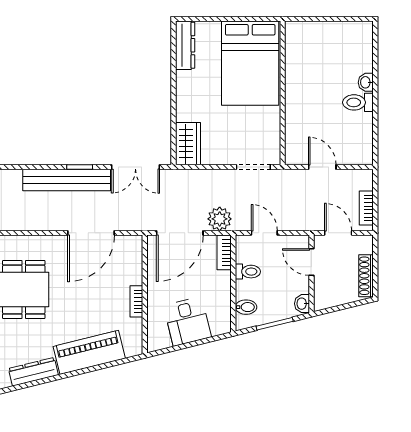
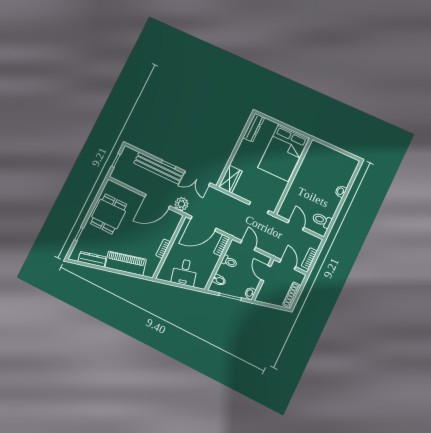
toilet: (358, 102) -> (322, 220), moved
plant: (220, 219) -> (181, 204), moved

